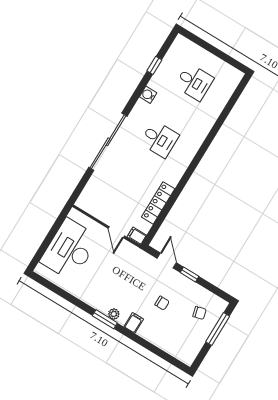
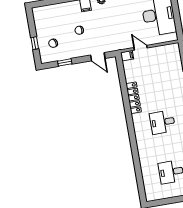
locker: (158, 203) -> (134, 98), moved
window: (190, 274) -> (65, 62), moved
window: (218, 329) -> (35, 43), width x0.46

